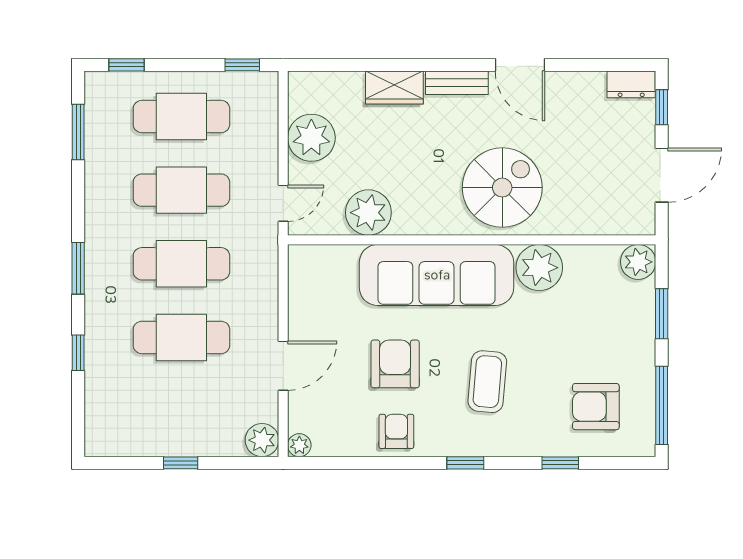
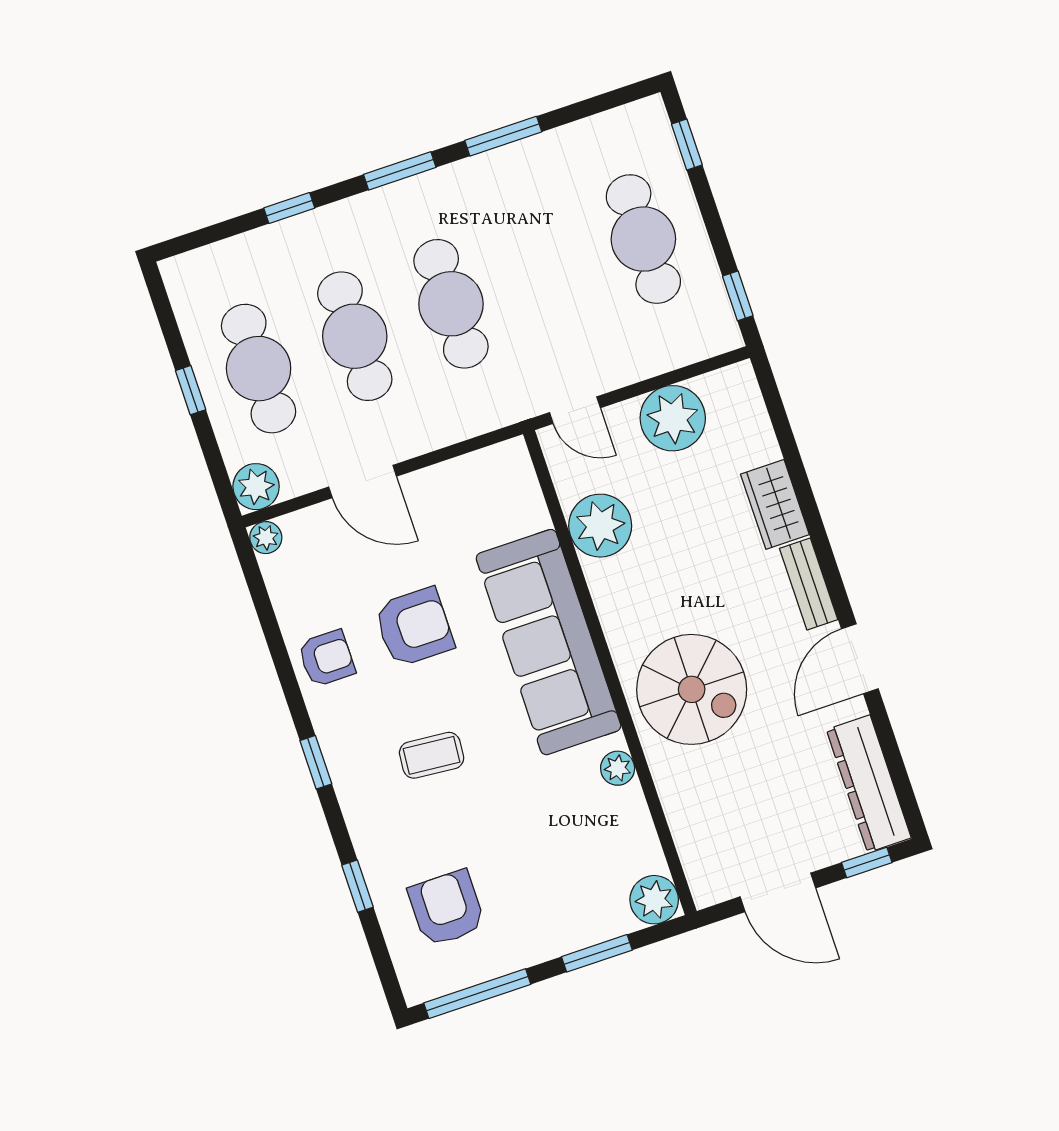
dresser: (631, 84) -> (869, 784), width x1.96, depth x1.24
window: (78, 132) -> (503, 136), moved
cafe table: (181, 190) -> (259, 369), moved
plant: (539, 268) -> (618, 768), width x0.53, depth x0.53
coffee table: (487, 382) -> (432, 755), width x0.73, depth x0.77

